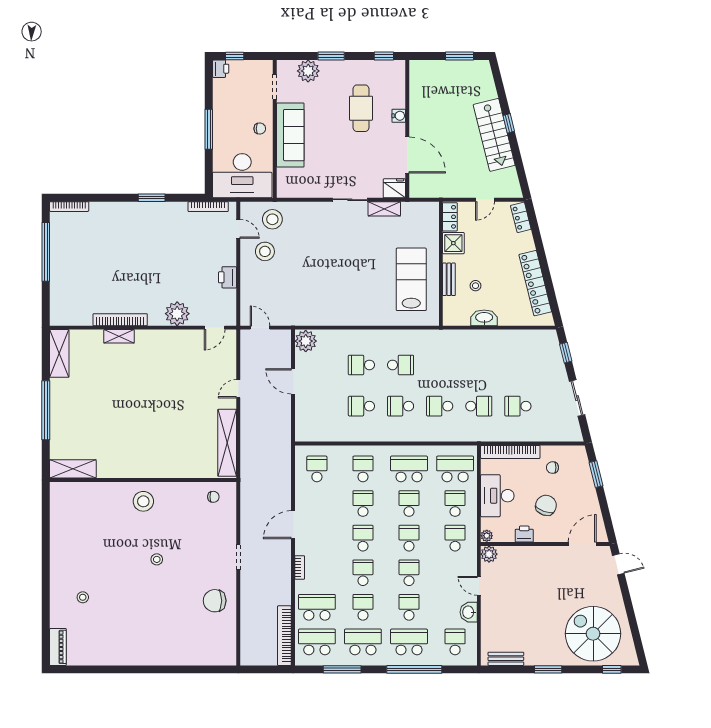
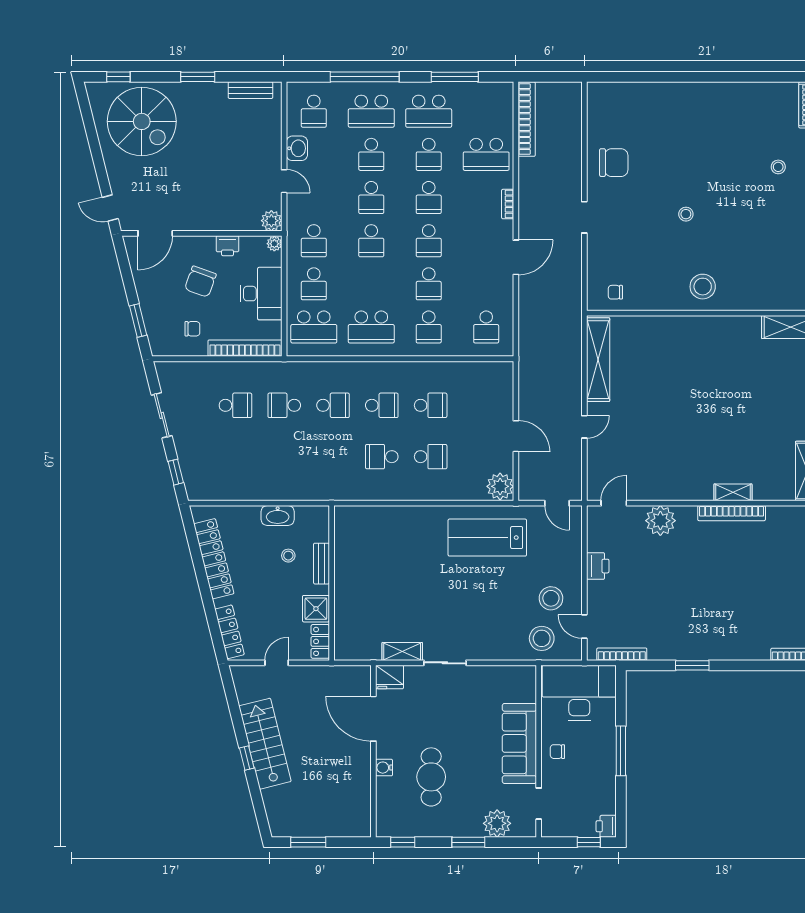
locker: (521, 217) -> (230, 632), width x1.53
lab bench: (411, 279) -> (487, 538), moved, turned 90
school desk: (409, 504) -> (371, 284), removed
school desk: (317, 642) -> (486, 111), removed

